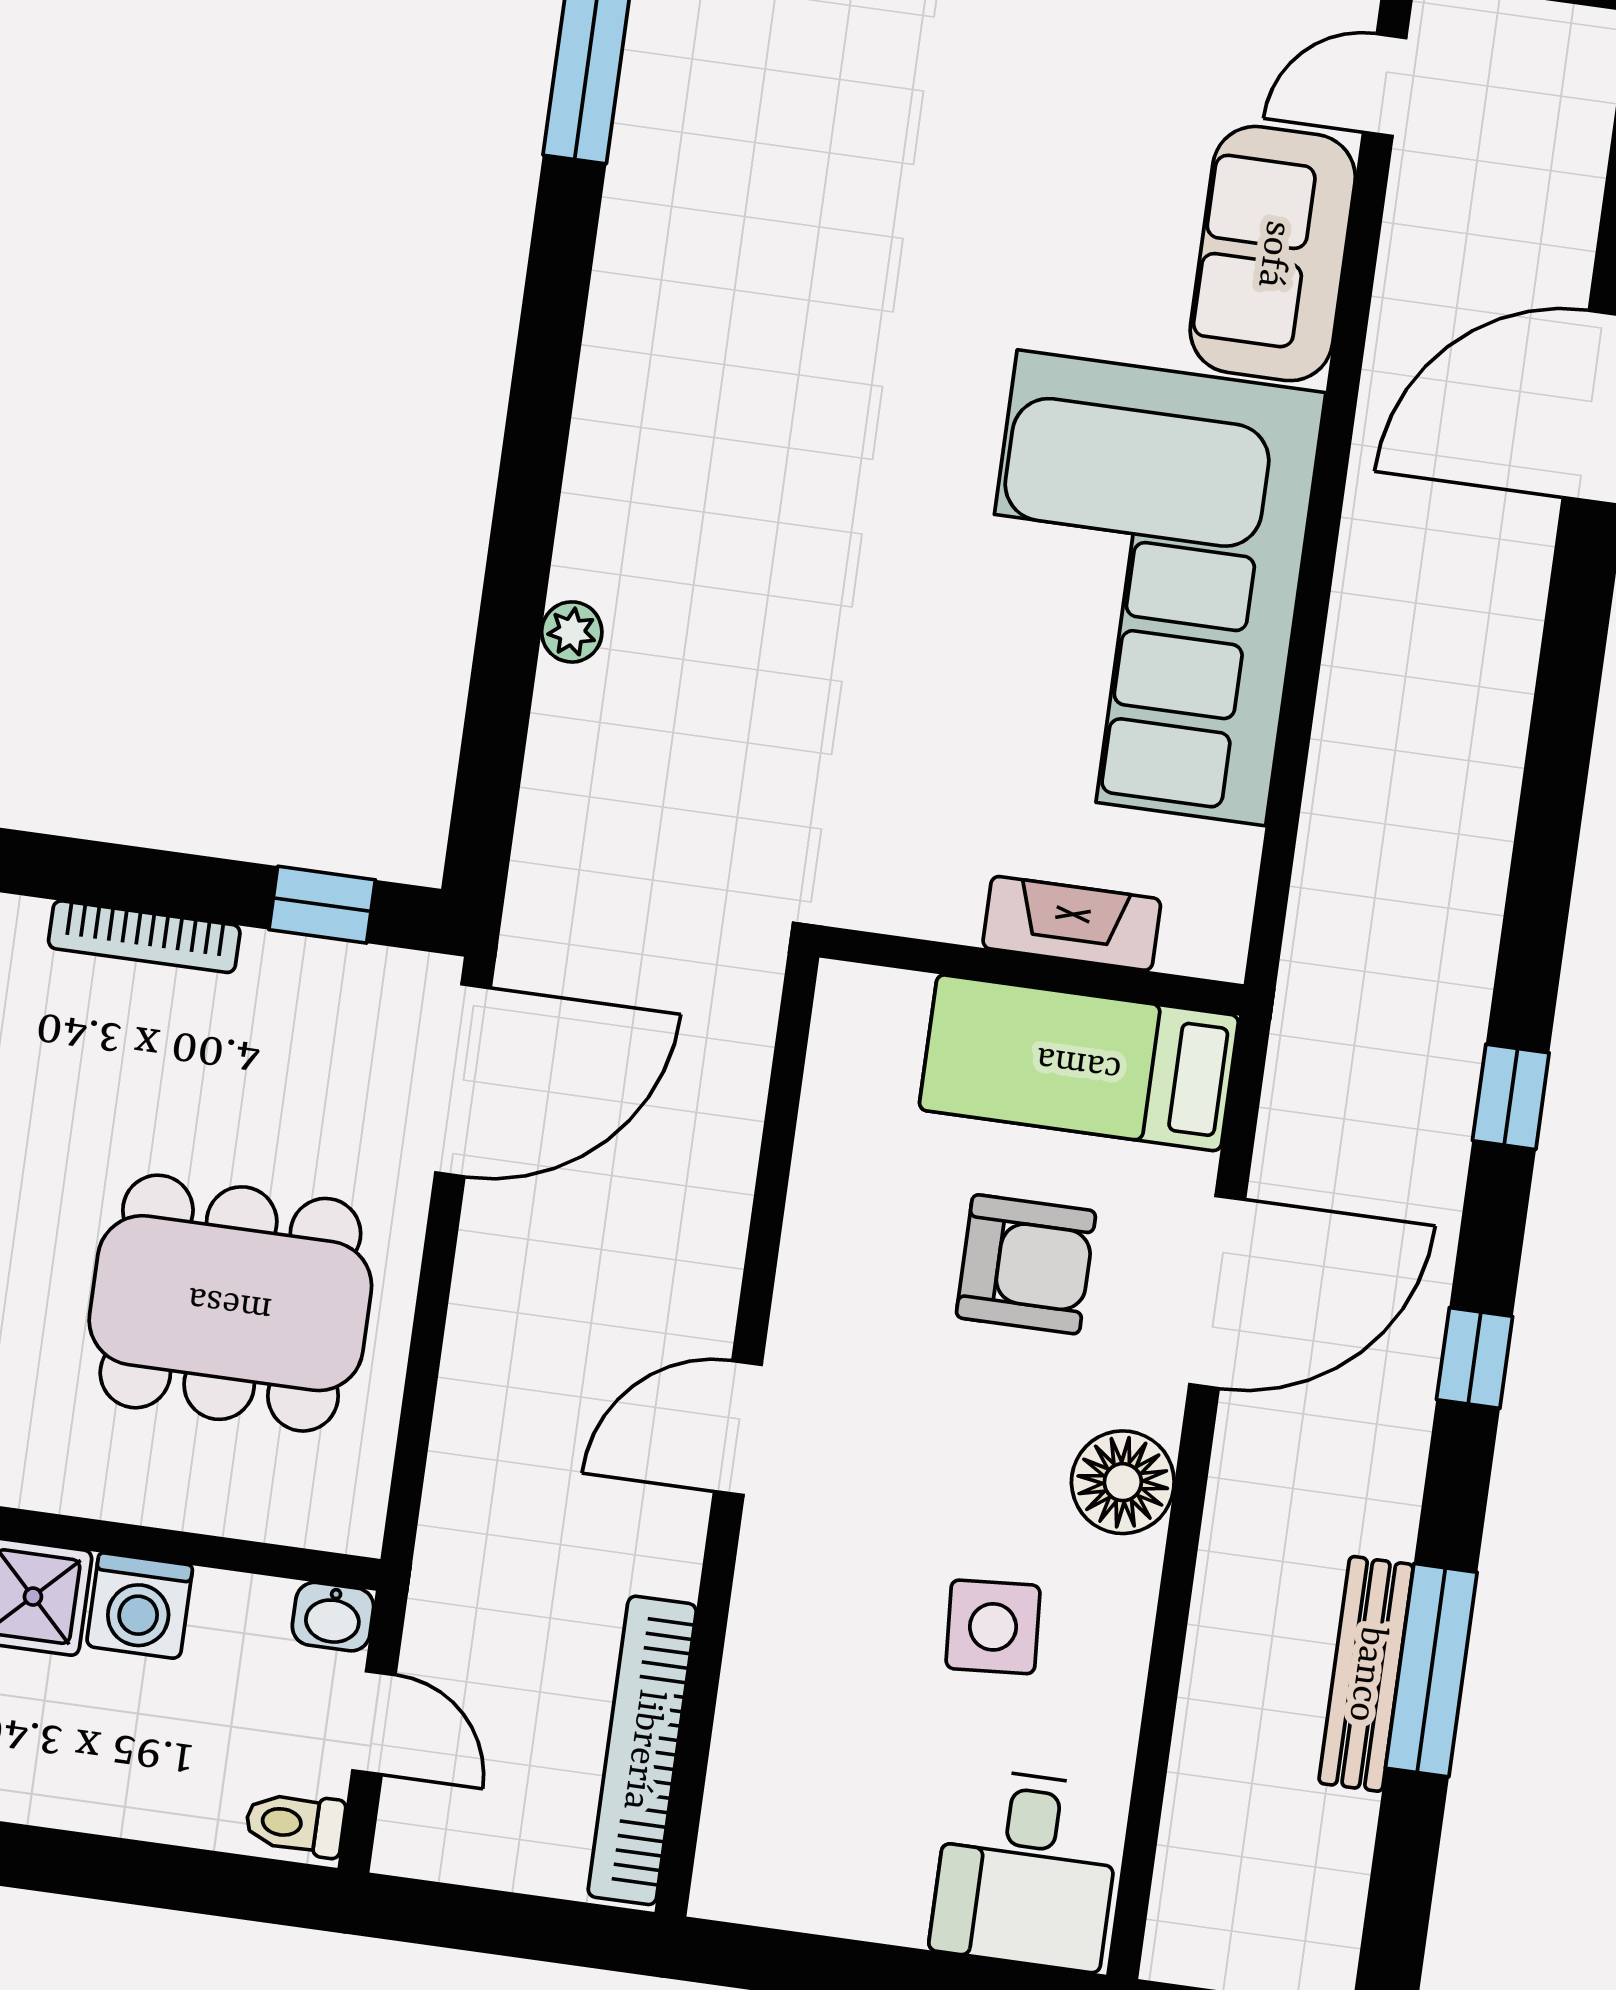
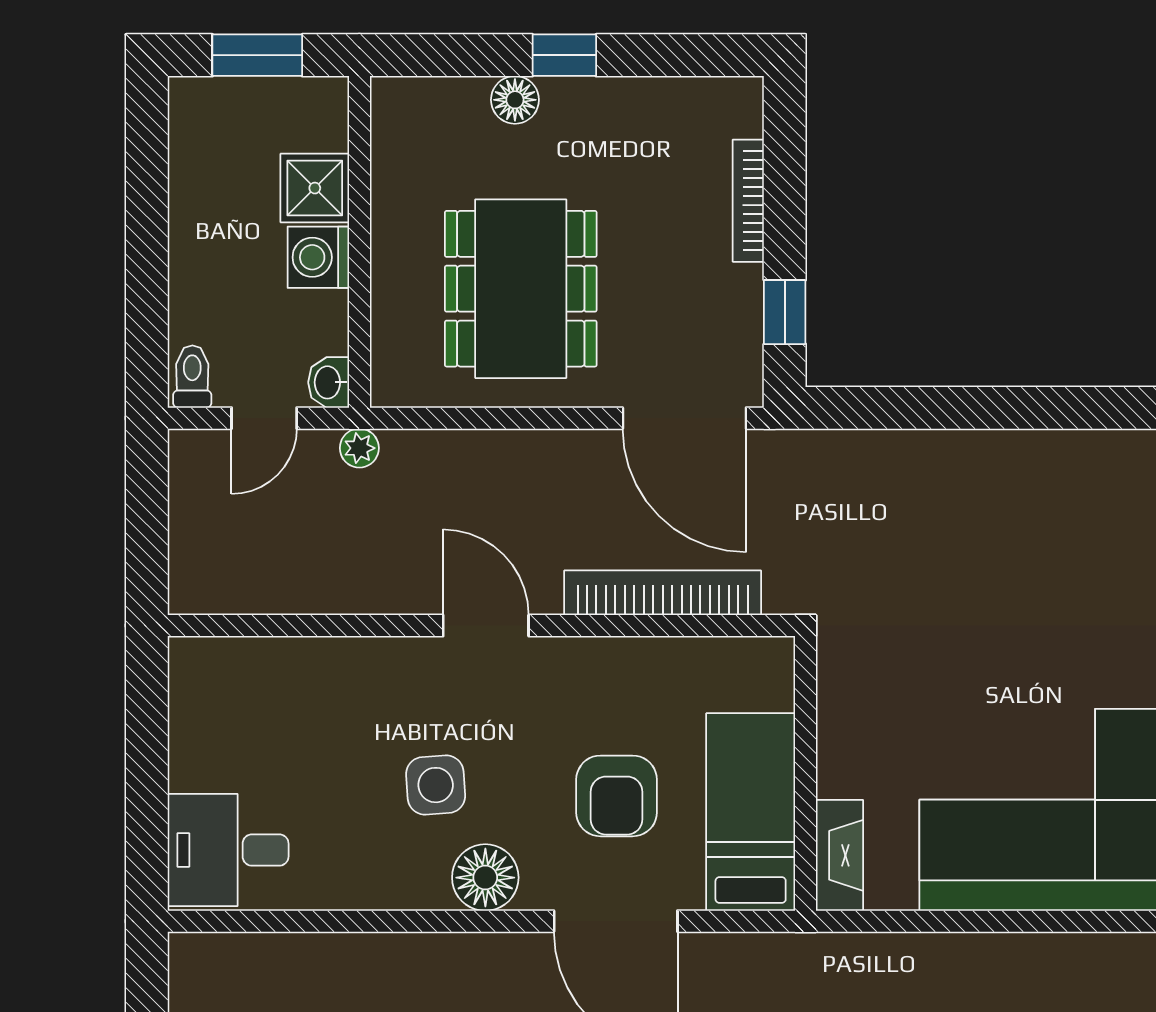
plant: (572, 632) -> (359, 448), moved
fireplace: (1072, 923) -> (839, 855), moved
side table: (993, 1627) -> (436, 785), moved
bookcase: (642, 1750) -> (663, 593), moved

